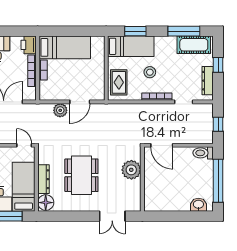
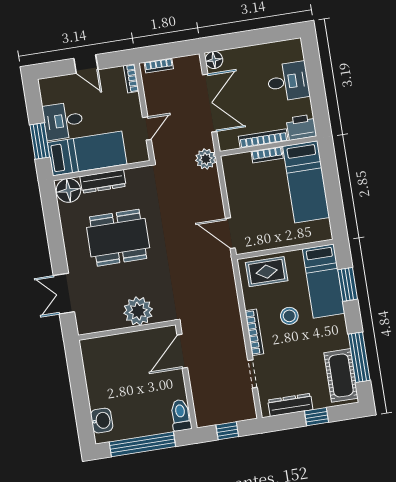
door: (80, 102) -> (230, 233), moved
plant: (60, 110) -> (206, 159), moved
door: (24, 145) -> (147, 128), moved

